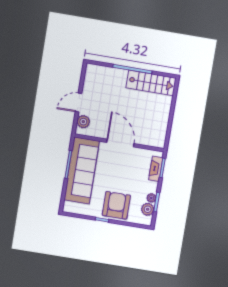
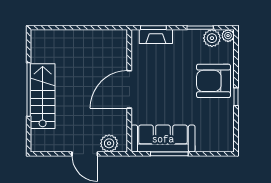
stairs: (151, 83) -> (43, 96), moved
sofa: (82, 170) -> (163, 139), width x0.74, depth x0.79
plant: (151, 198) -> (228, 36), moved

